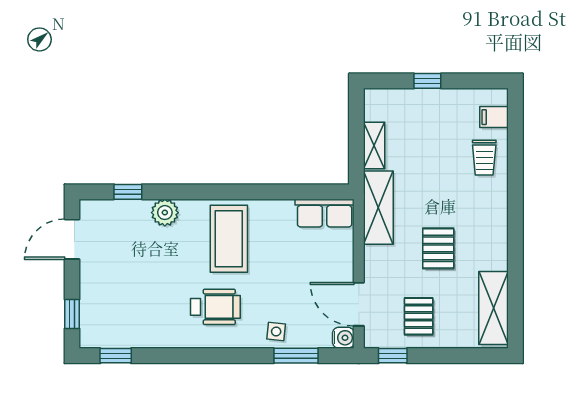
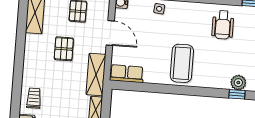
plant: (165, 213) -> (238, 83), moved
door: (359, 304) -> (110, 33), moved
wheelchair: (215, 307) -> (223, 25), moved, turned -90

